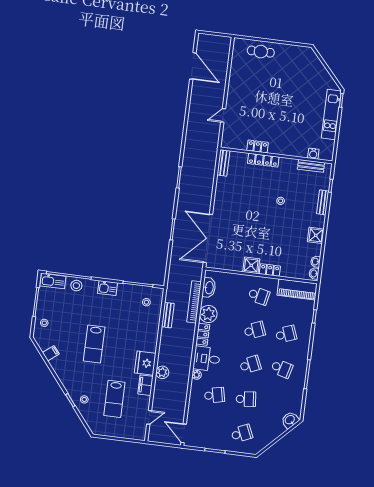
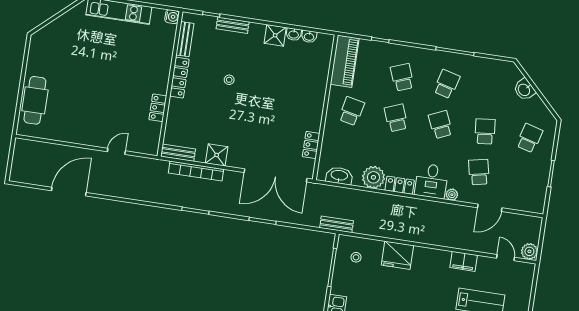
cafe table: (261, 52) -> (35, 100), width x1.37, depth x1.35
door: (193, 66) -> (69, 192), moved
door: (223, 115) -> (116, 151), swing flipped
water cooler: (313, 154) -> (172, 17), moved
locker: (263, 160) -> (179, 78), moved
shower: (251, 265) -> (217, 155), moved
locker: (270, 270) -> (311, 145), moved
washbasin: (314, 273) -> (294, 34), moved
bookcase: (194, 302) -> (196, 171), moved
bench: (168, 315) -> (337, 224), moved
fridge: (145, 363) -> (397, 255), moved
plant: (162, 372) -> (529, 251), moved
washbasin: (290, 420) -> (524, 90), moved
door: (184, 433) -> (490, 208), moved
school desk: (242, 433) -> (530, 138), turned 39

